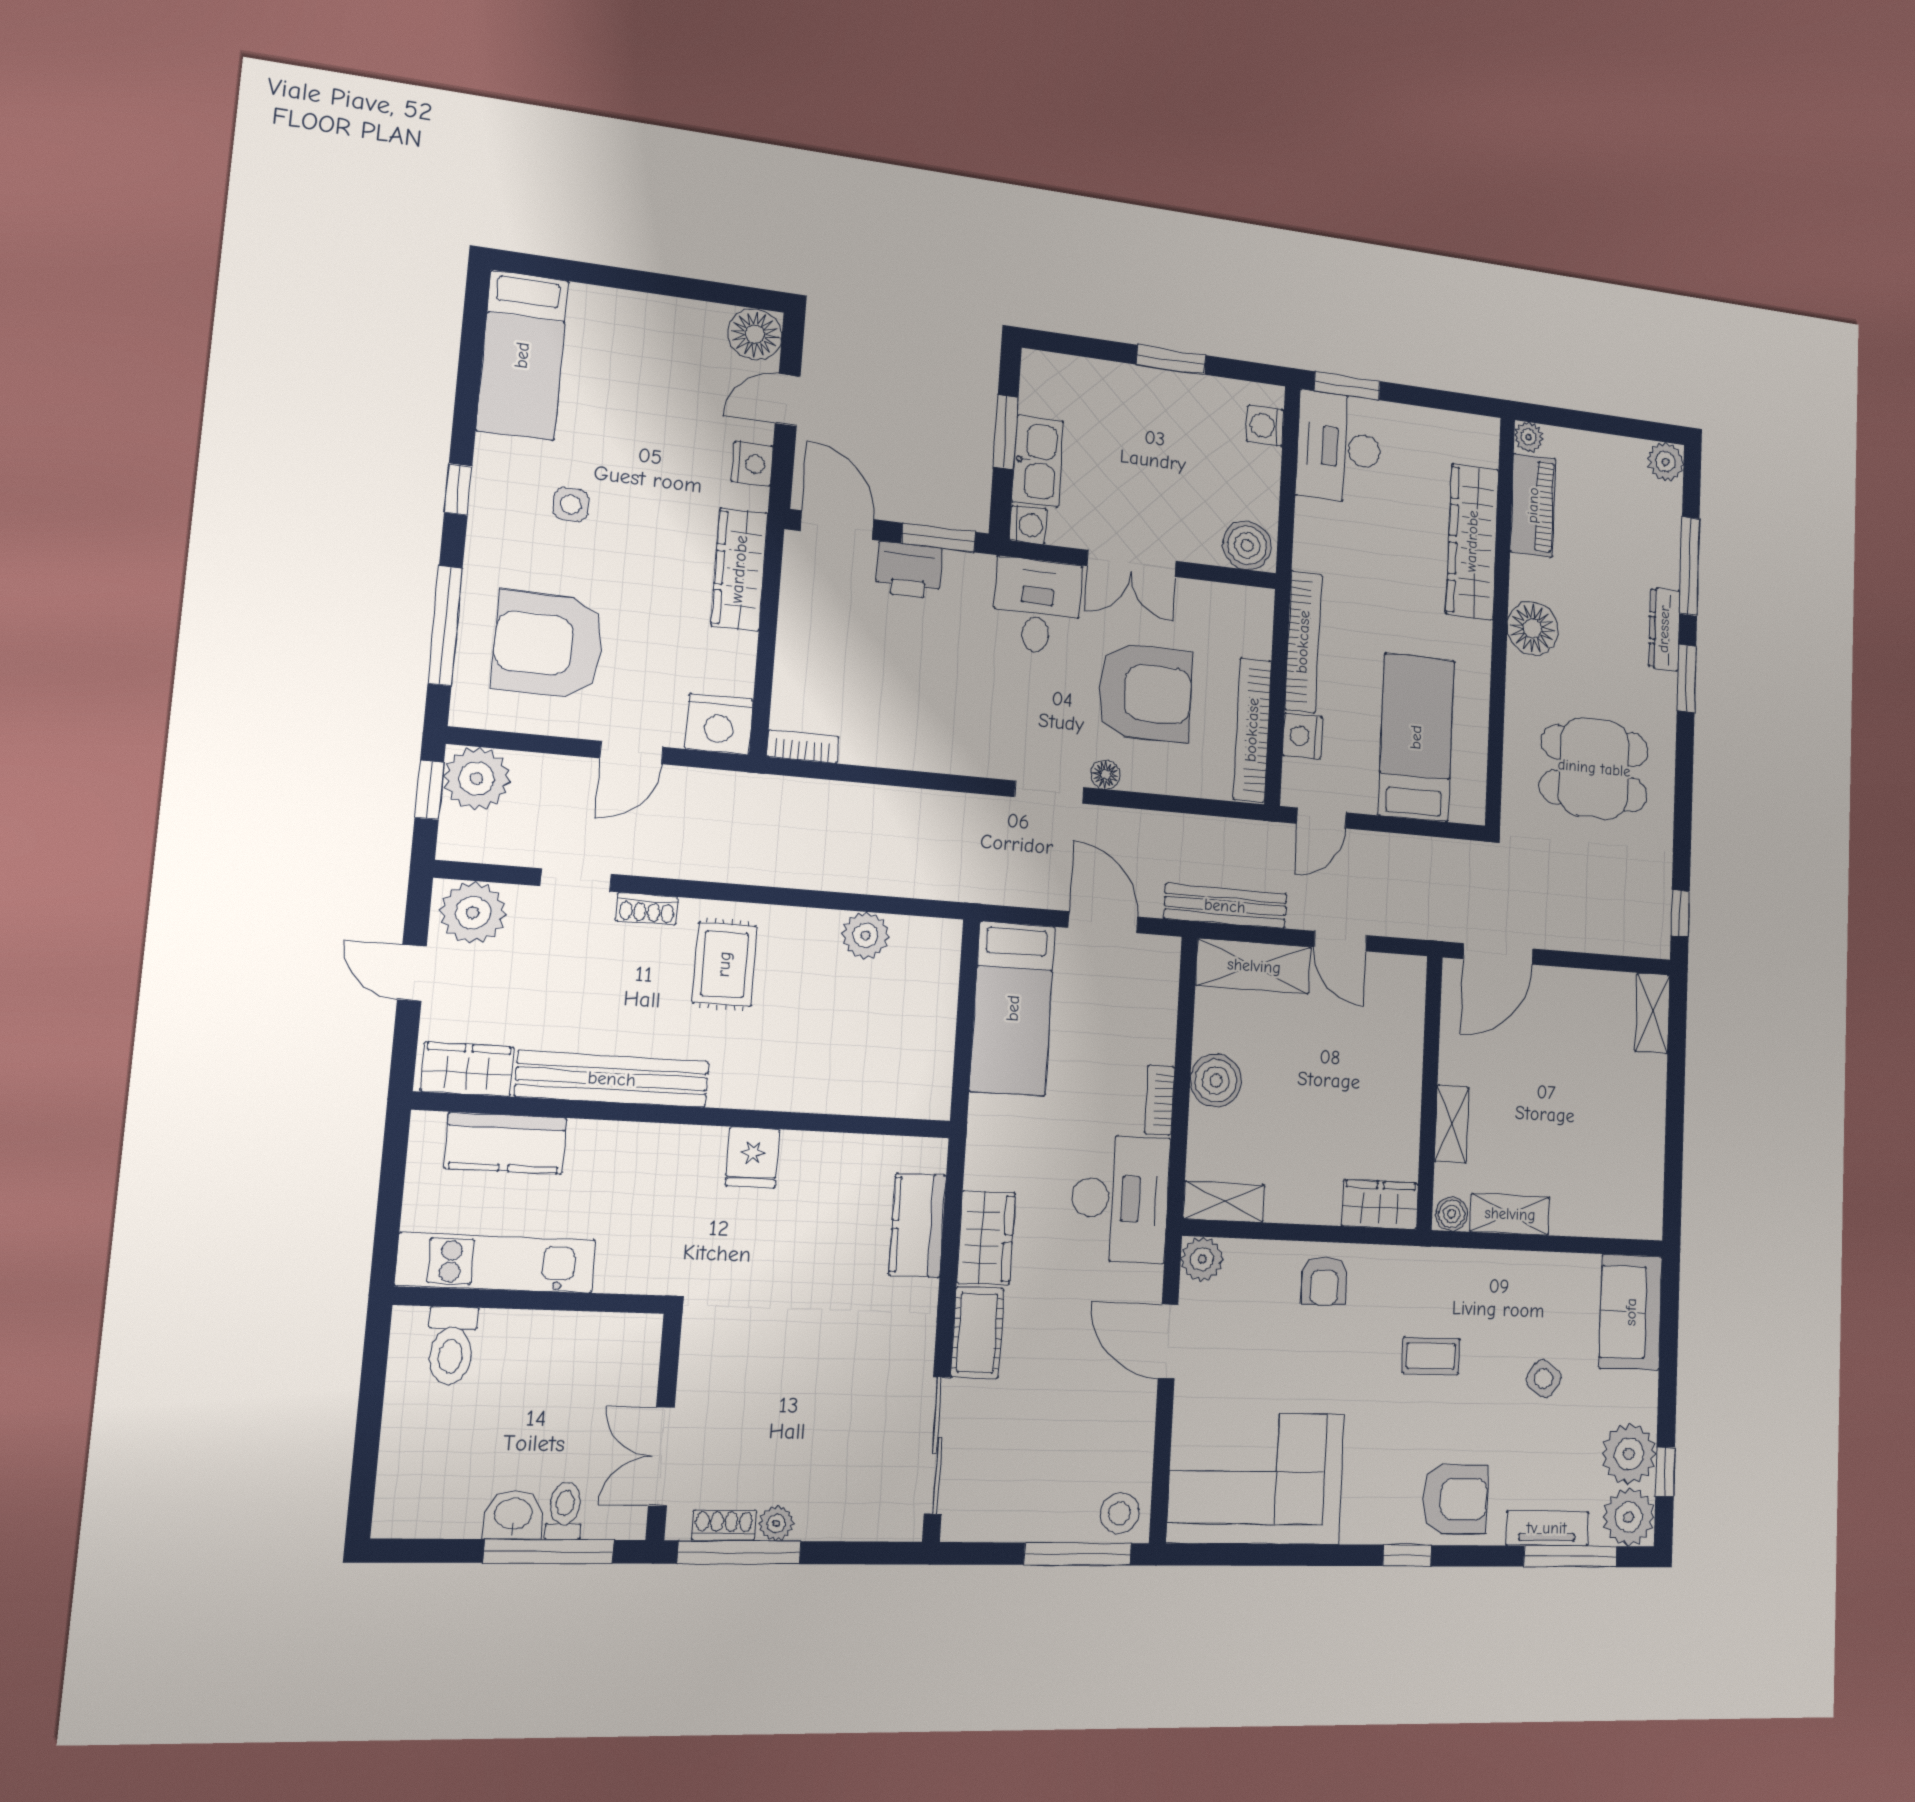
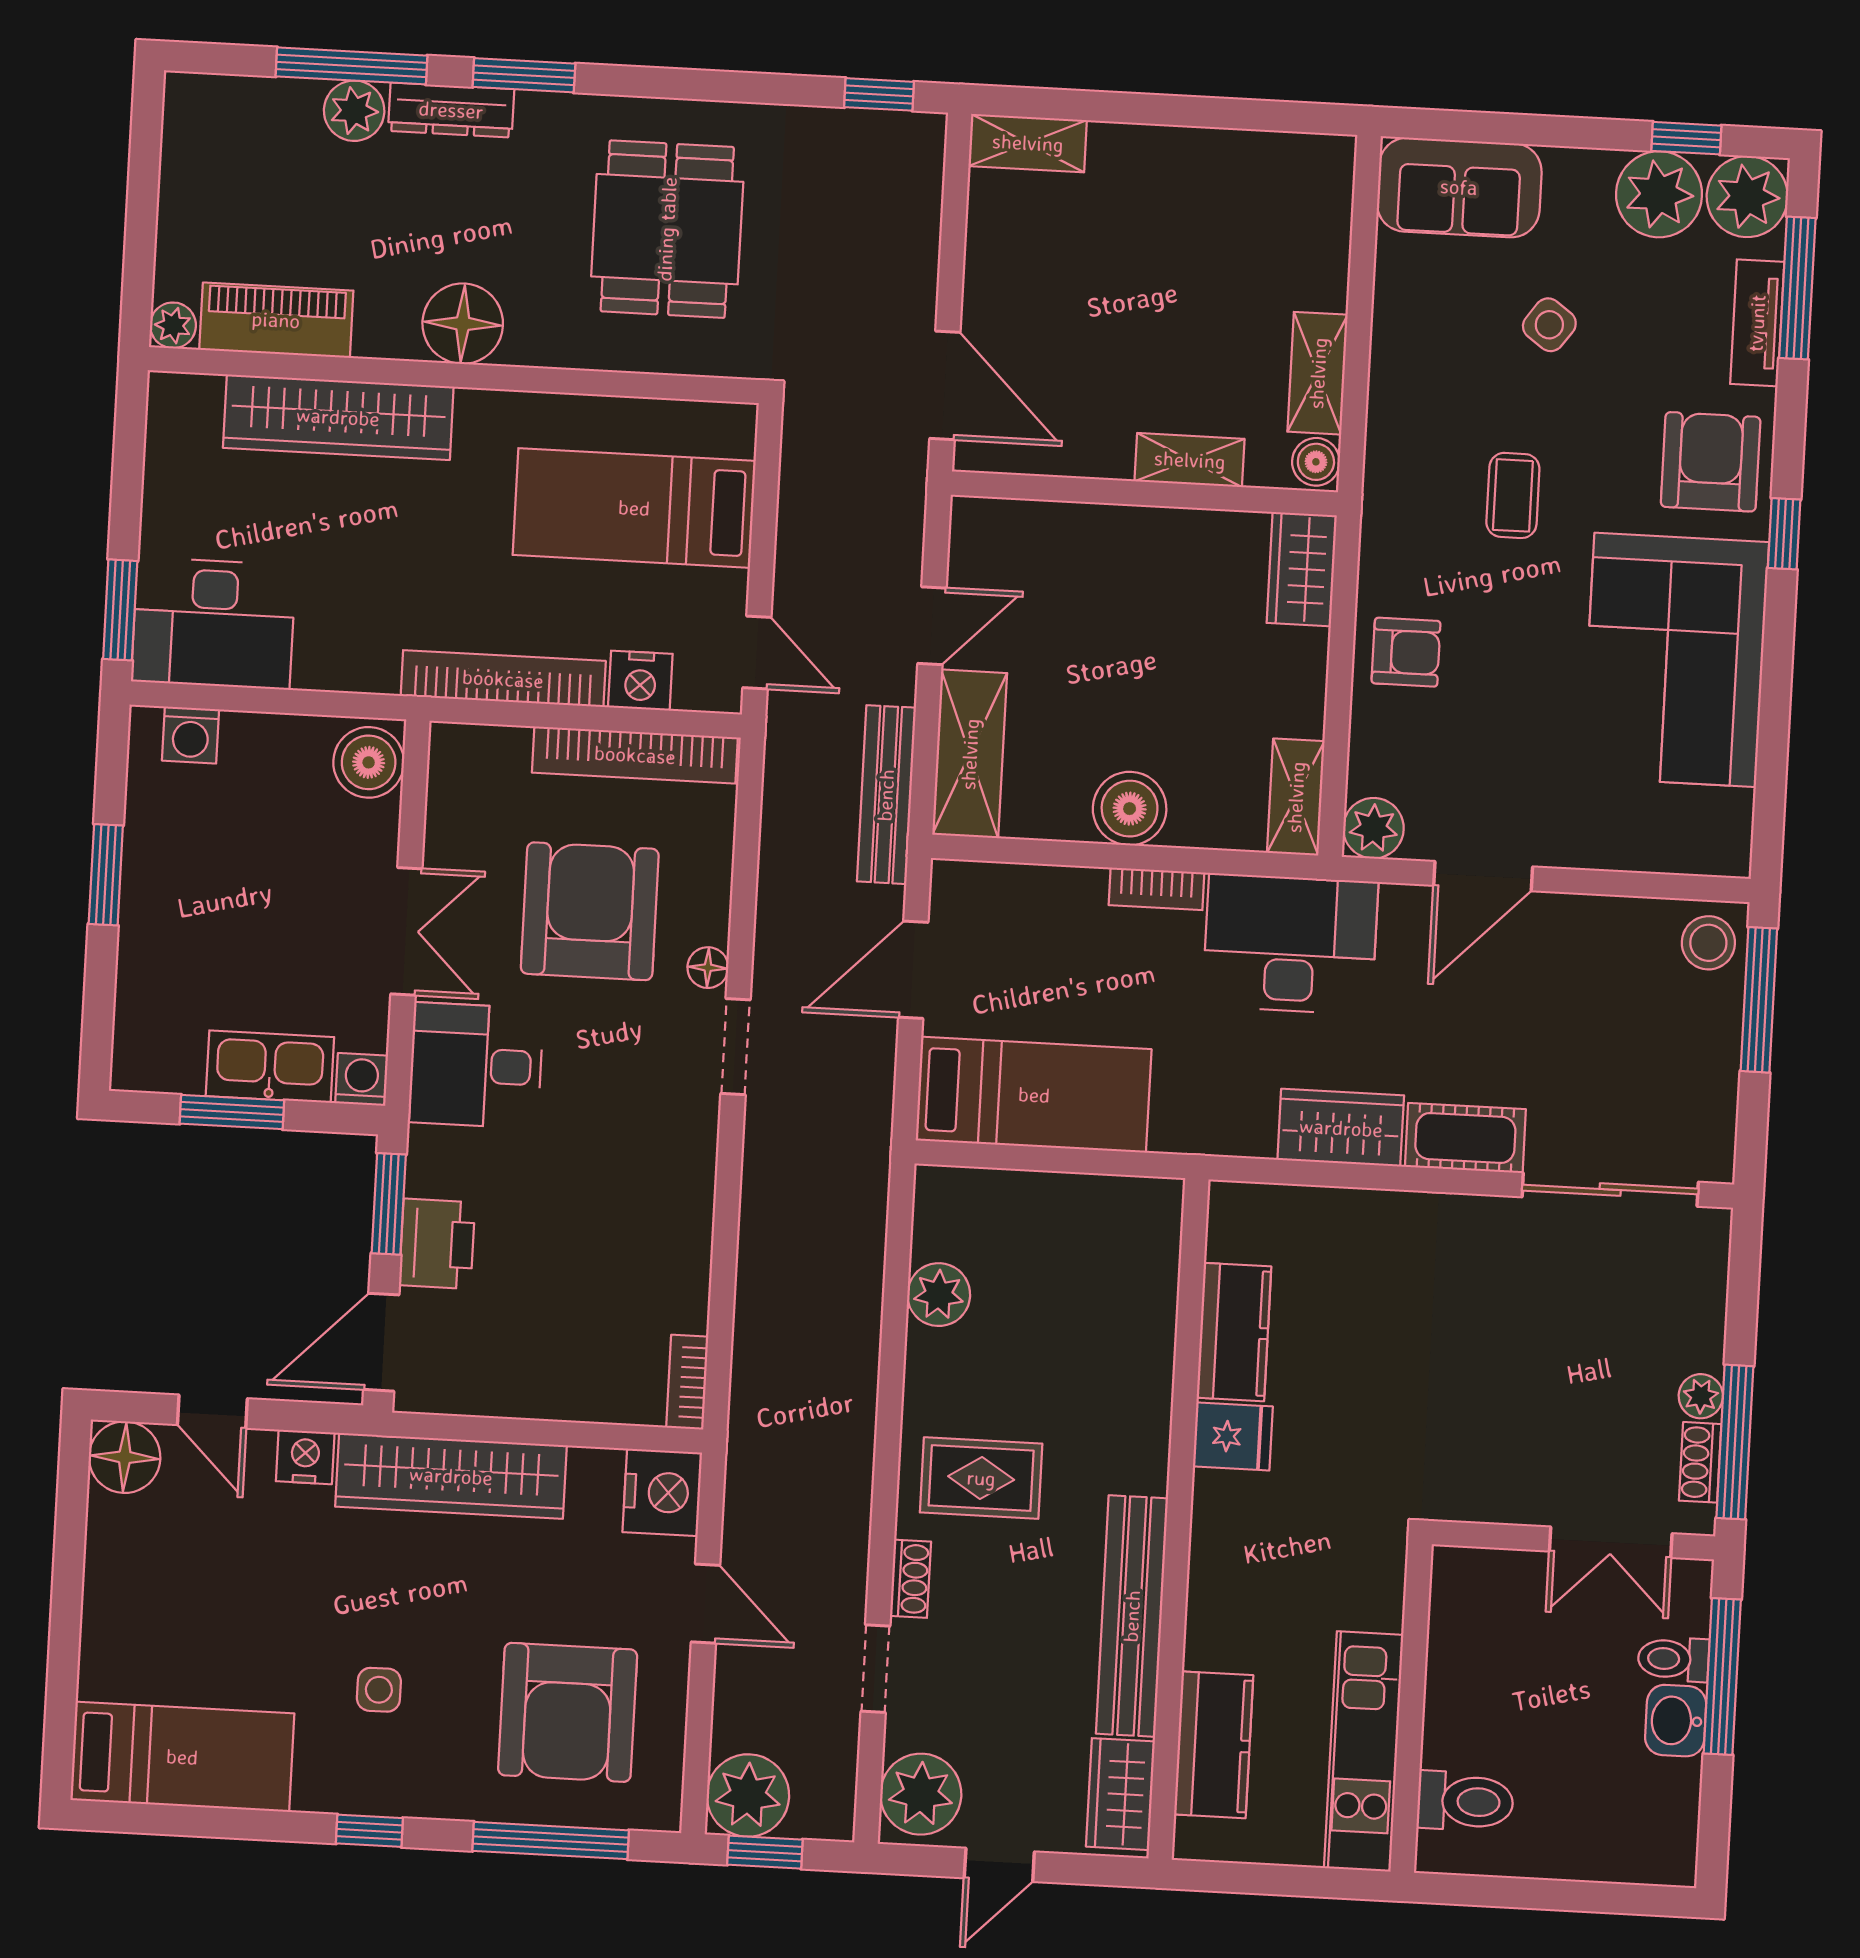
plant: (1666, 462) -> (354, 111), moved
wardrobe: (739, 569) -> (451, 1476), width x1.40, depth x1.17
kitchen counter: (918, 1225) -> (1234, 1332), moved, turned -90
corner sofa: (1256, 1478) -> (1675, 660), moved

